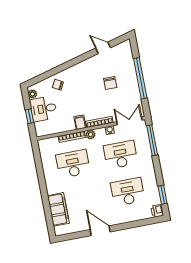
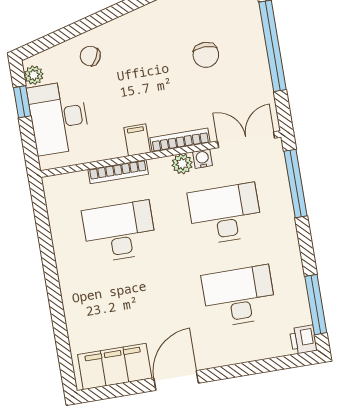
desk: (43, 109) -> (59, 118), width x1.37
window: (30, 116) -> (22, 102), moved
plant: (91, 134) -> (182, 164), moved
window: (163, 195) -> (316, 305), width x1.44
filing cabinet: (58, 209) -> (115, 366), moved, turned -90
door: (100, 231) -> (176, 381), hinge flipped

